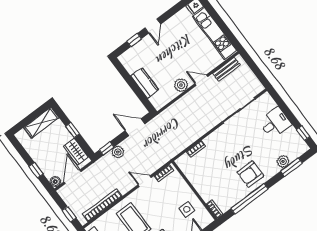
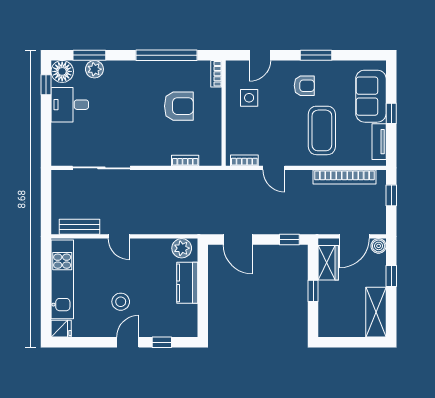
stool: (173, 45) -> (121, 302), added
plant: (181, 85) -> (182, 248), moved
shelving: (41, 123) -> (376, 312), moved, turned 90
desk: (275, 123) -> (70, 105), moved
floor lamp: (300, 147) -> (62, 71), added
plant: (118, 152) -> (279, 225), removed
armchair: (250, 174) -> (179, 106), moved

